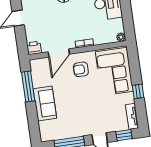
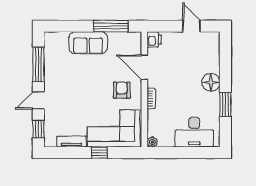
window: (138, 91) -> (99, 153), moved
tv unit: (132, 116) -> (71, 142), moved

